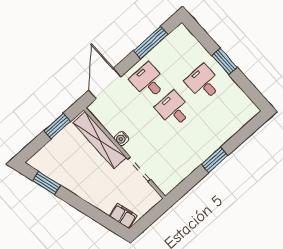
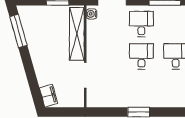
water cooler: (121, 139) -> (92, 14), moved
window: (47, 183) -> (18, 31), width x1.44

